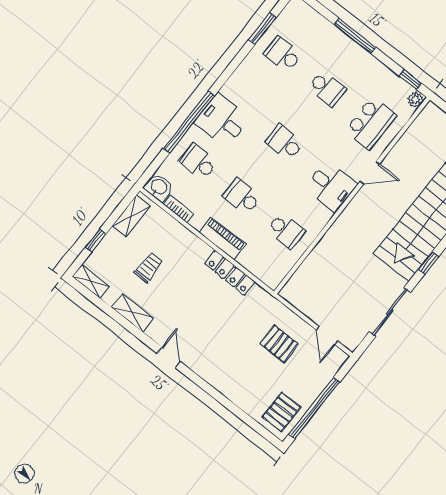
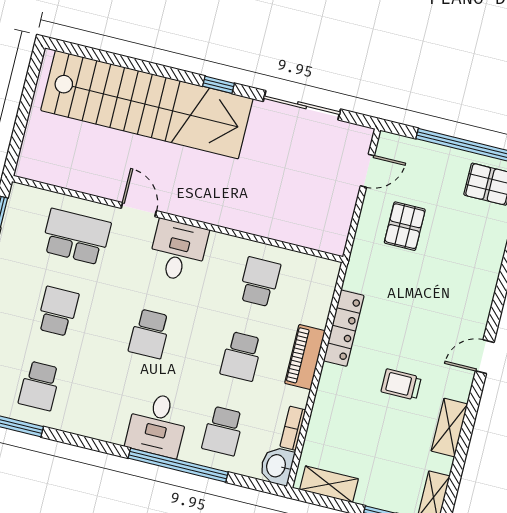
plant: (415, 100) -> (21, 194), removed
trolley: (149, 267) -> (401, 384), moved

